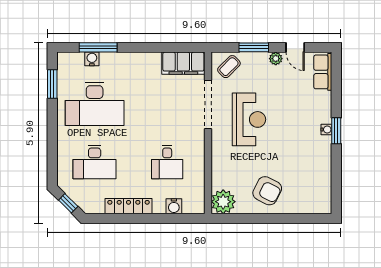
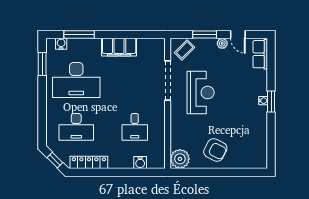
water cooler: (92, 59) -> (61, 44), moved
filing cabinet: (183, 63) -> (119, 47), moved
locker: (129, 206) -> (89, 162), moved

